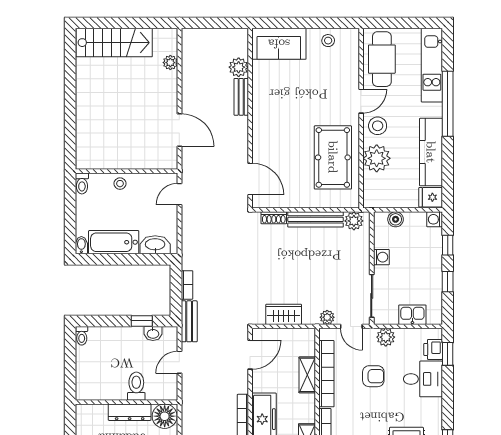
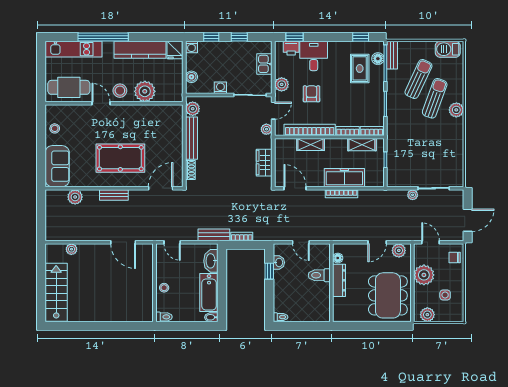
bench: (241, 97) -> (114, 195), moved
door: (179, 130) -> (123, 242), swing flipped
pool table: (333, 157) -> (120, 158), moved
bench: (189, 321) -> (214, 235), moved
floor lamp: (165, 416) -> (338, 258), width x0.53, depth x0.53

